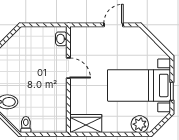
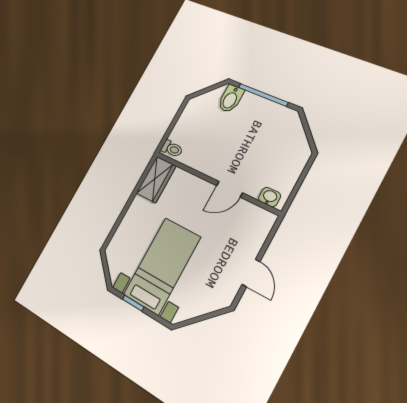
plant: (140, 124) -> (120, 243), removed
toilet: (26, 125) -> (172, 149), moved

